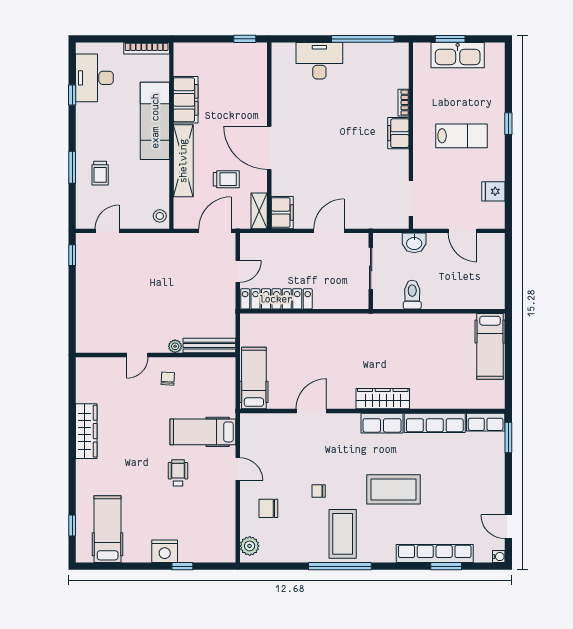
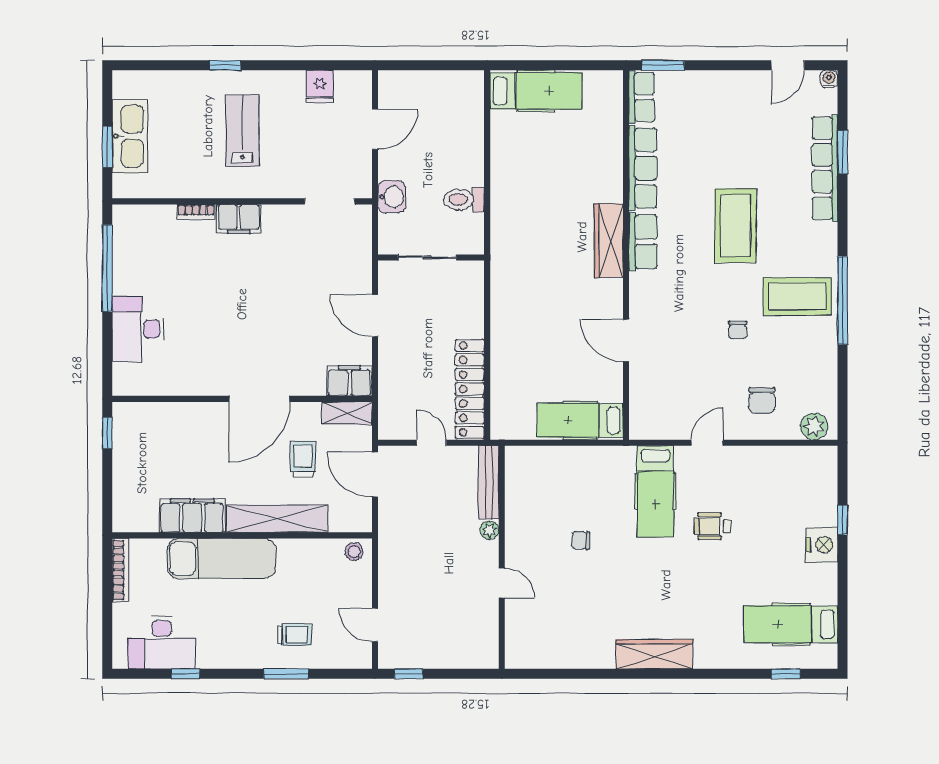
plant: (175, 346) -> (490, 530), moved
bench: (209, 346) -> (489, 482), moved
door: (137, 355) -> (502, 583), moved
wall: (156, 355) -> (502, 557), moved

